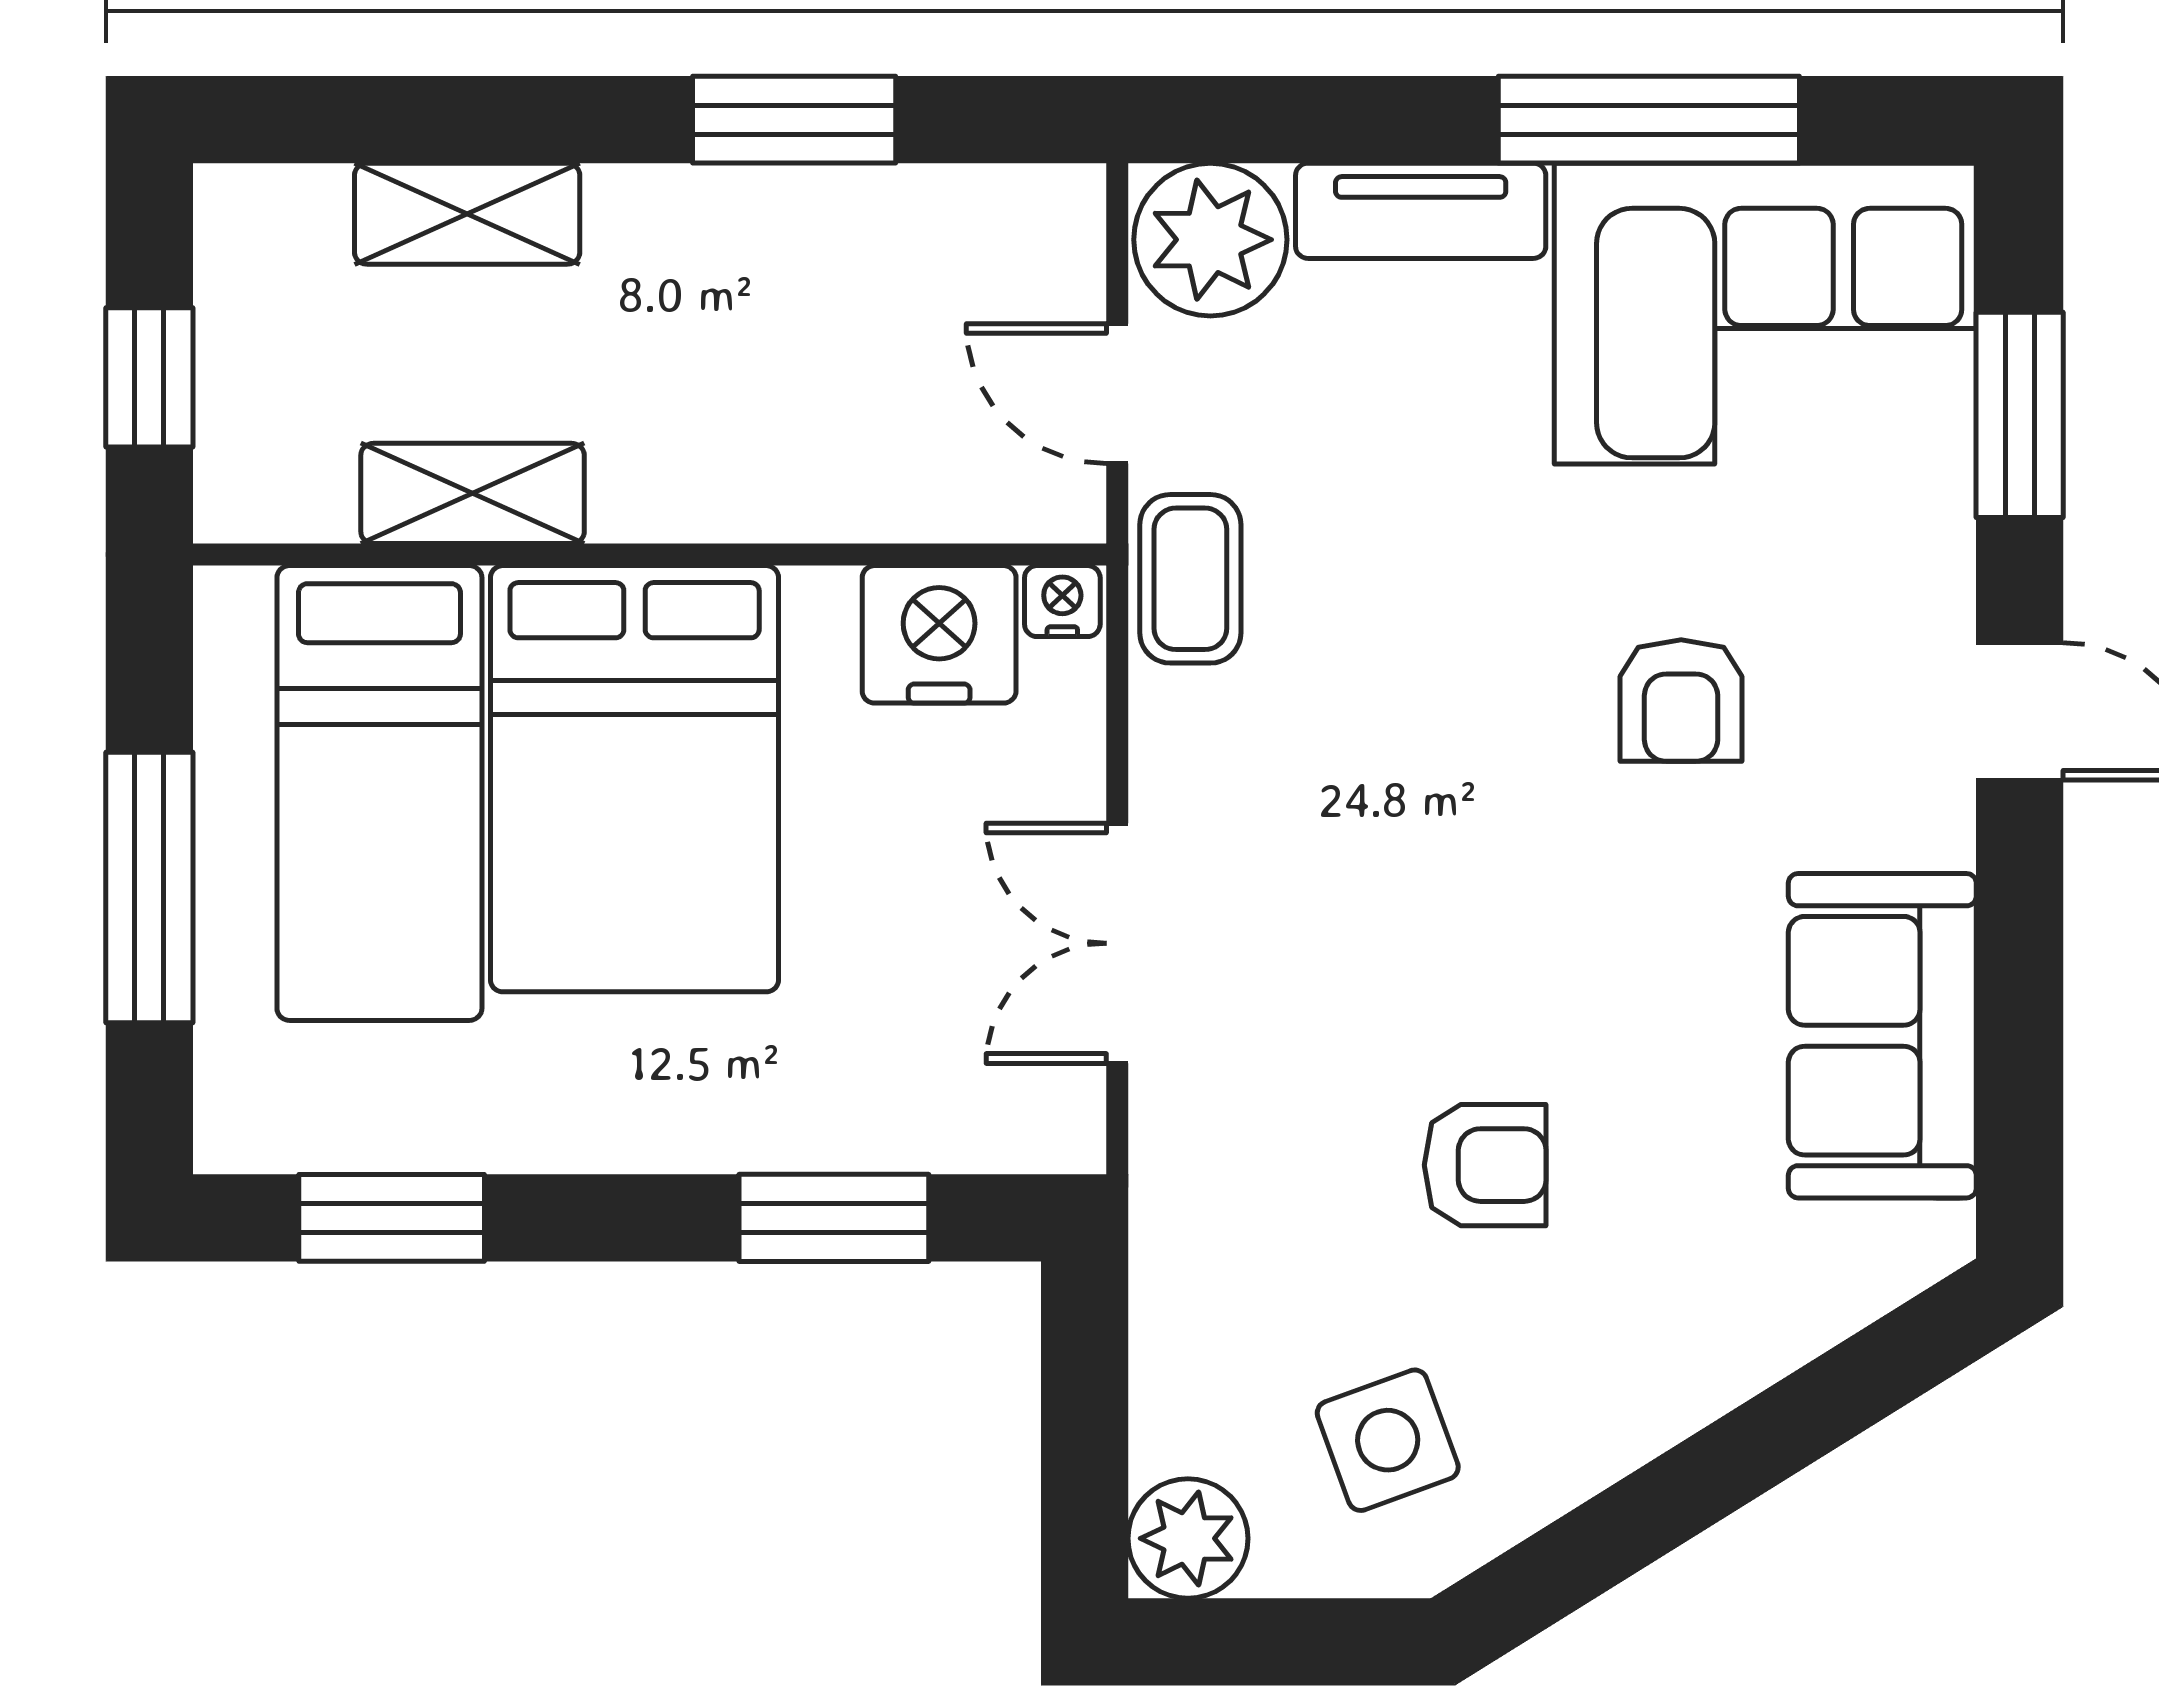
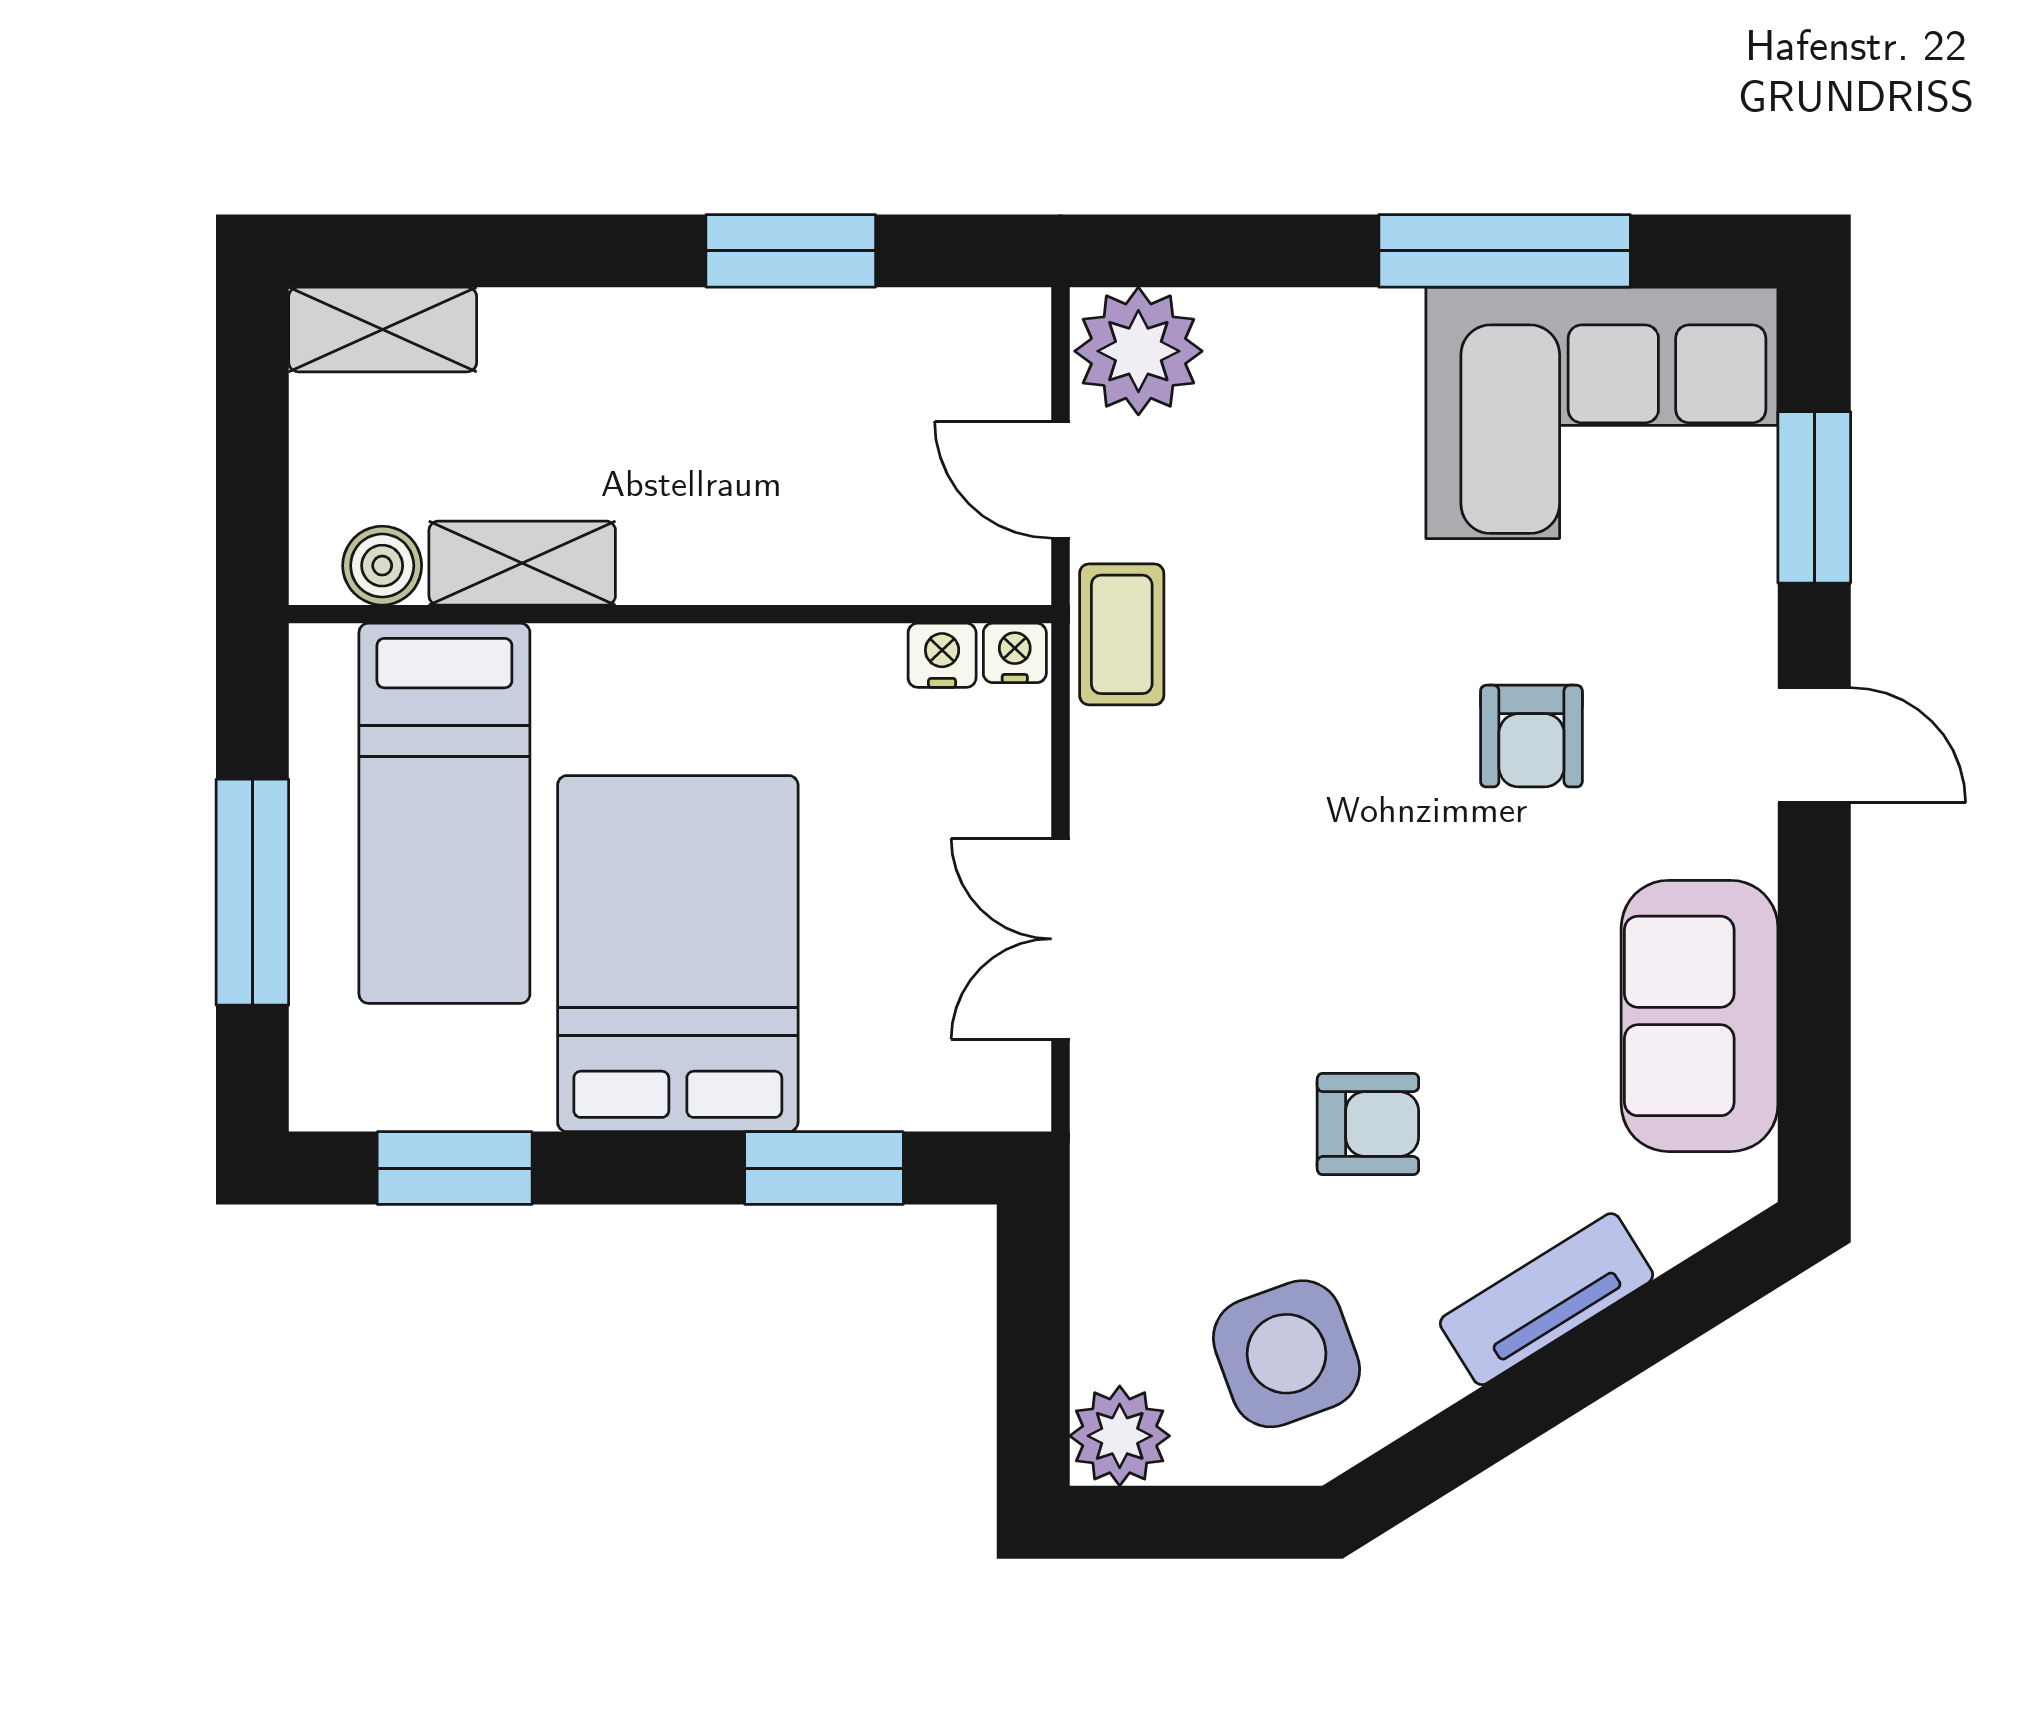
tv unit: (1421, 211) -> (1546, 1299), moved, turned 148
shelving: (467, 214) -> (383, 329), moved
window: (149, 377) -> (252, 466), removed
boiler: (305, 496) -> (382, 566), added
nightstand: (939, 634) -> (942, 655), width x0.53, depth x0.56
bed: (635, 779) -> (678, 954), moved, turned 180
side table: (1388, 1440) -> (1286, 1354), width x1.37, depth x1.37

